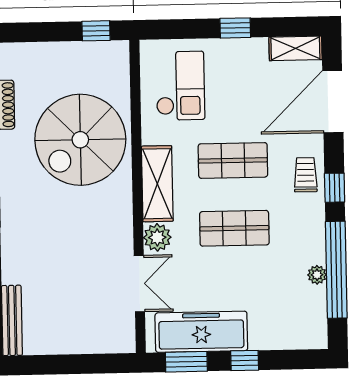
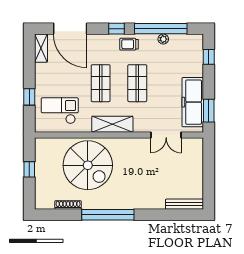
window: (235, 28) -> (29, 97), moved
window: (96, 31) -> (29, 169), moved
trolley: (306, 175) -> (129, 44), moved
plant: (157, 237) -> (141, 125), removed
double door: (139, 284) -> (166, 135), swing flipped
window: (245, 360) -> (209, 57), moved

